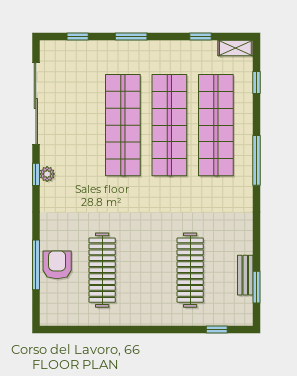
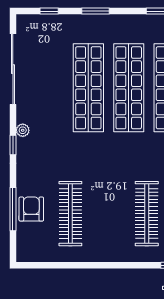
window: (36, 174) -> (13, 145), moved

